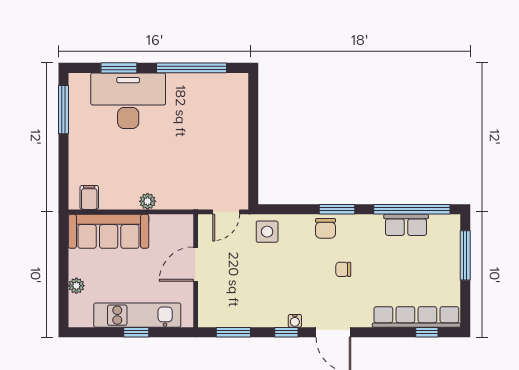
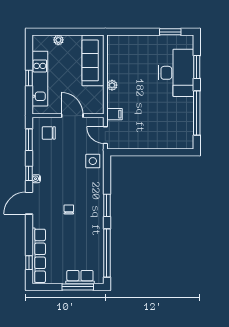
window: (63, 110) -> (170, 32), width x0.69
filing cabinet: (89, 197) -> (115, 114), moved
row of seats: (406, 225) -> (80, 277), moved, turned 90
chair: (326, 228) -> (49, 133), moved

